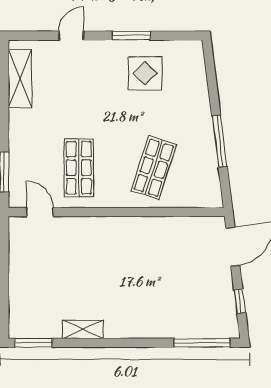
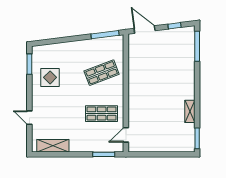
window: (131, 36) -> (29, 64), moved
window: (219, 141) -> (105, 35), moved
shop shelf: (154, 168) -> (102, 73), turned -39

